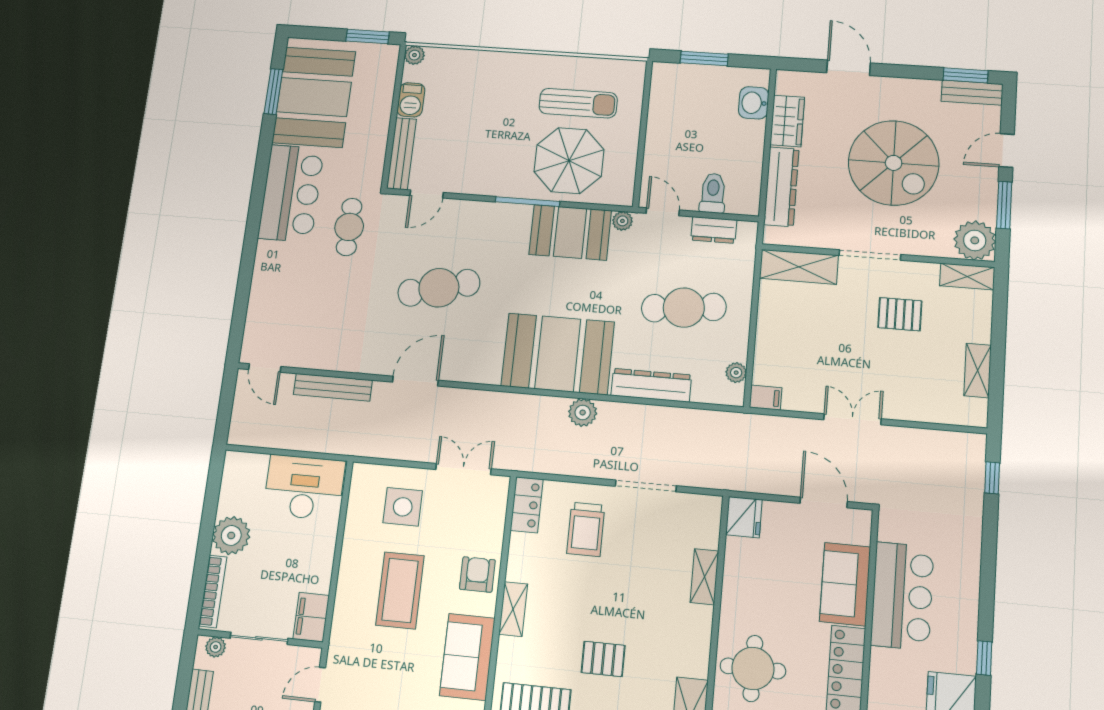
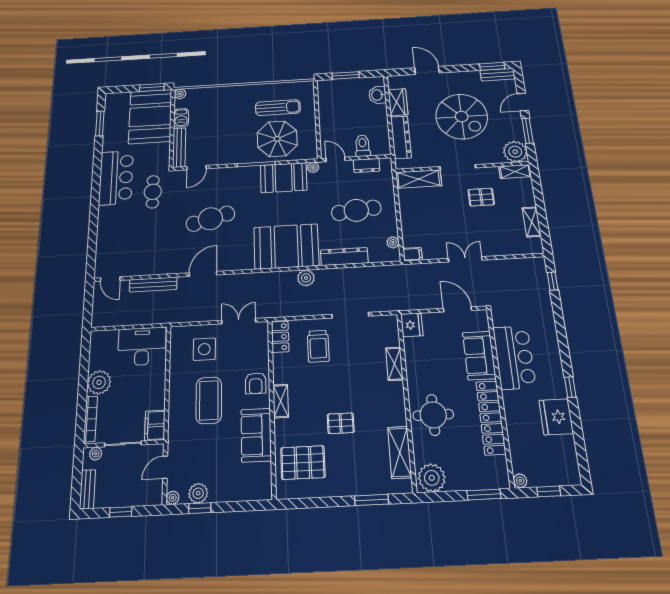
booth: (314, 97) -> (150, 116), moved
armchair: (477, 575) -> (256, 383), turned 180

